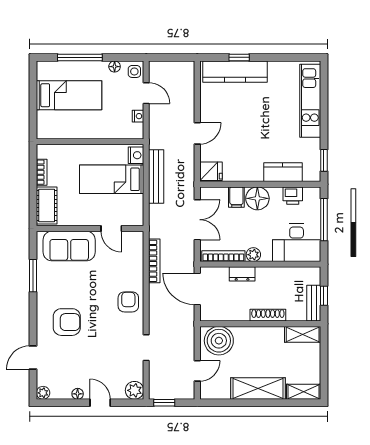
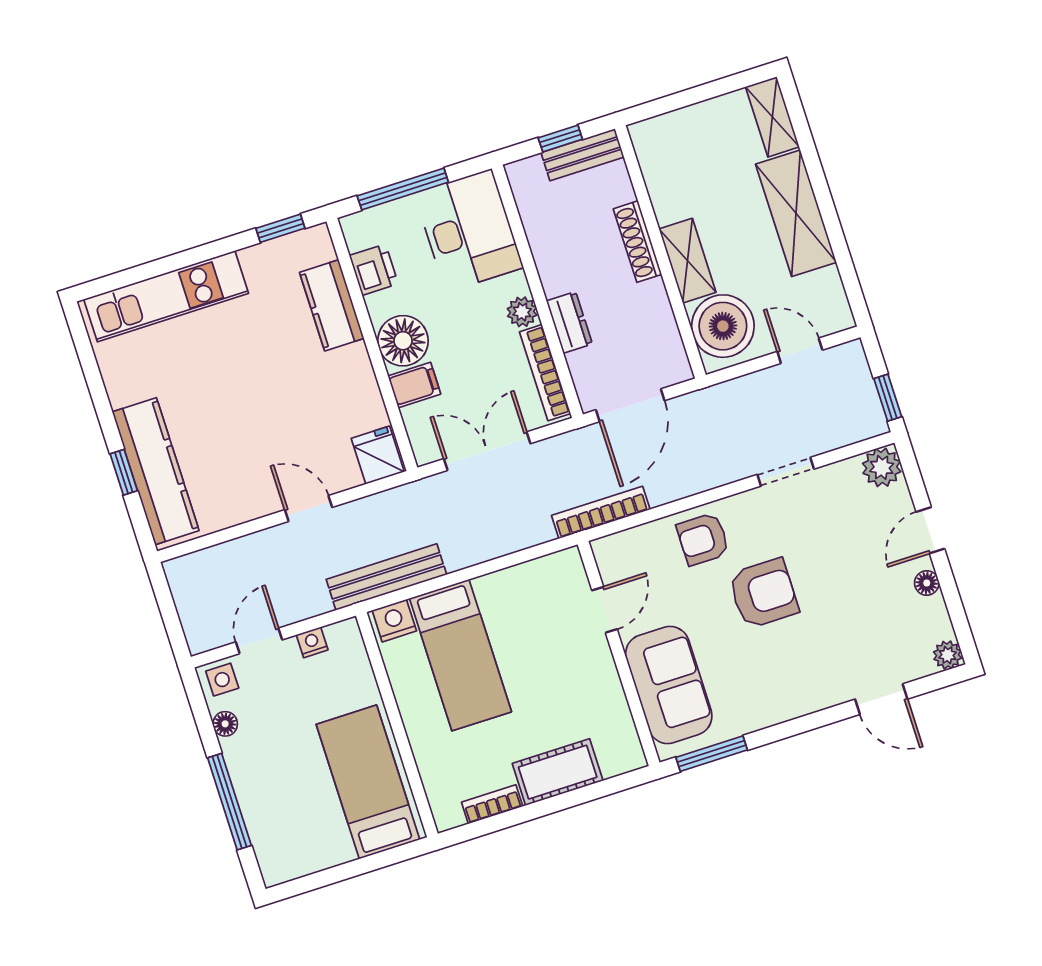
bed: (69, 95) -> (368, 782), moved
bench: (156, 176) -> (386, 577), moved
wall: (90, 228) -> (619, 653), moved
door: (111, 228) -> (605, 610), moved
sofa: (69, 246) -> (669, 685), moved
armchair: (67, 322) -> (763, 593), moved, turned 90
shelving: (303, 334) -> (687, 261), moved

